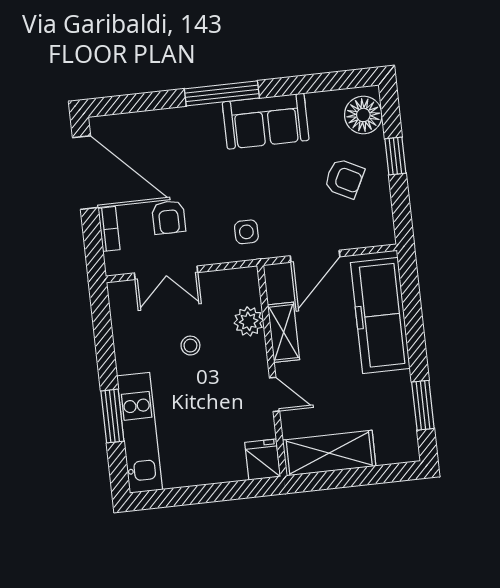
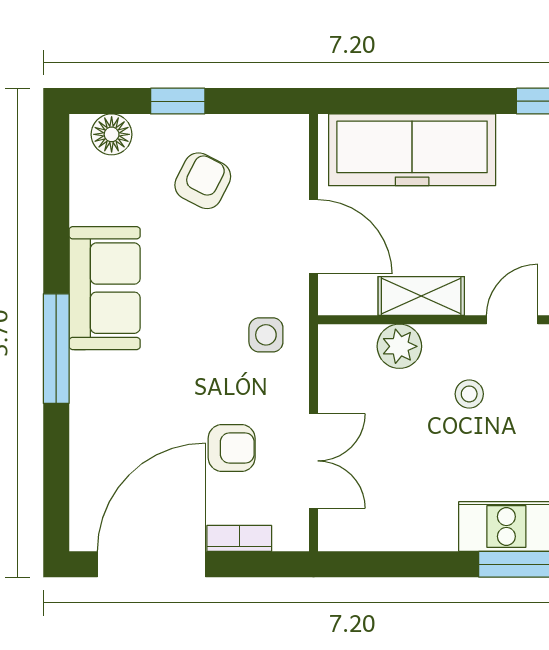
floor lamp: (363, 115) -> (112, 134), width x0.73, depth x0.73
stool: (190, 346) -> (469, 394), moved

